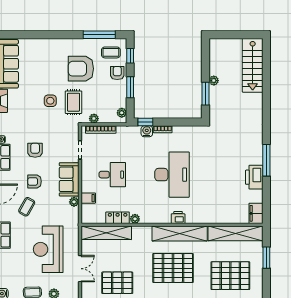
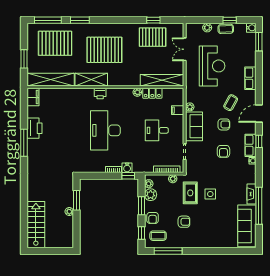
armchair: (81, 69) -> (184, 222), width x0.53, depth x0.53
plant: (120, 100) -> (151, 195), added
shelving: (180, 234) -> (91, 80), width x0.68

